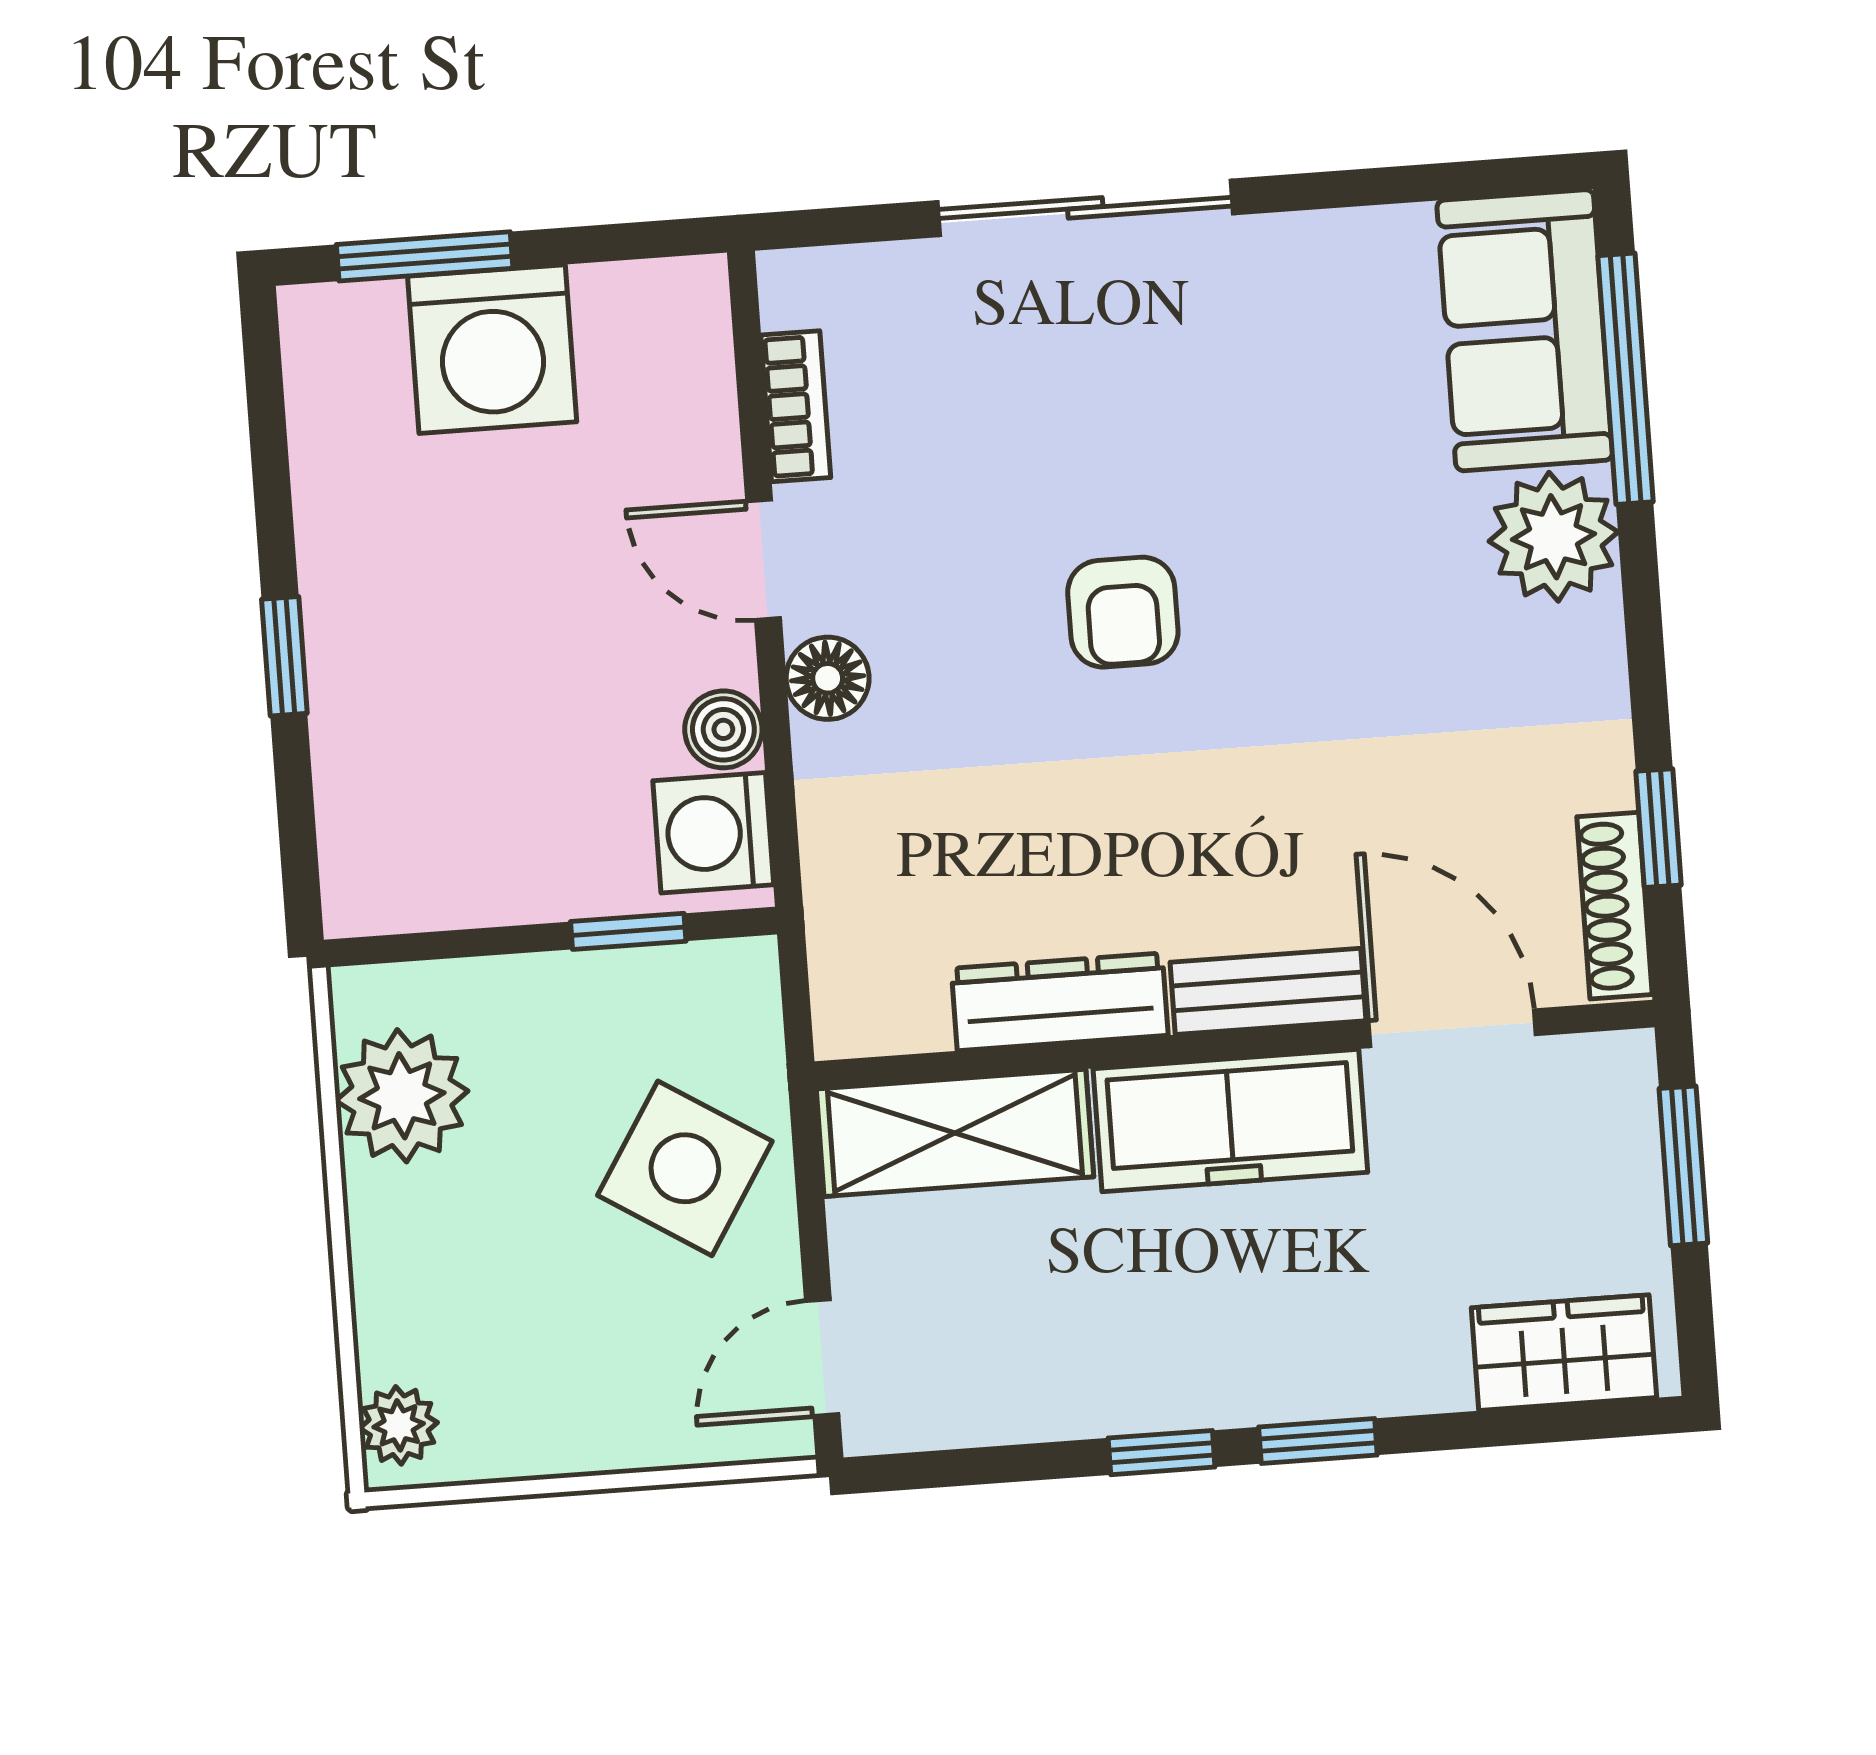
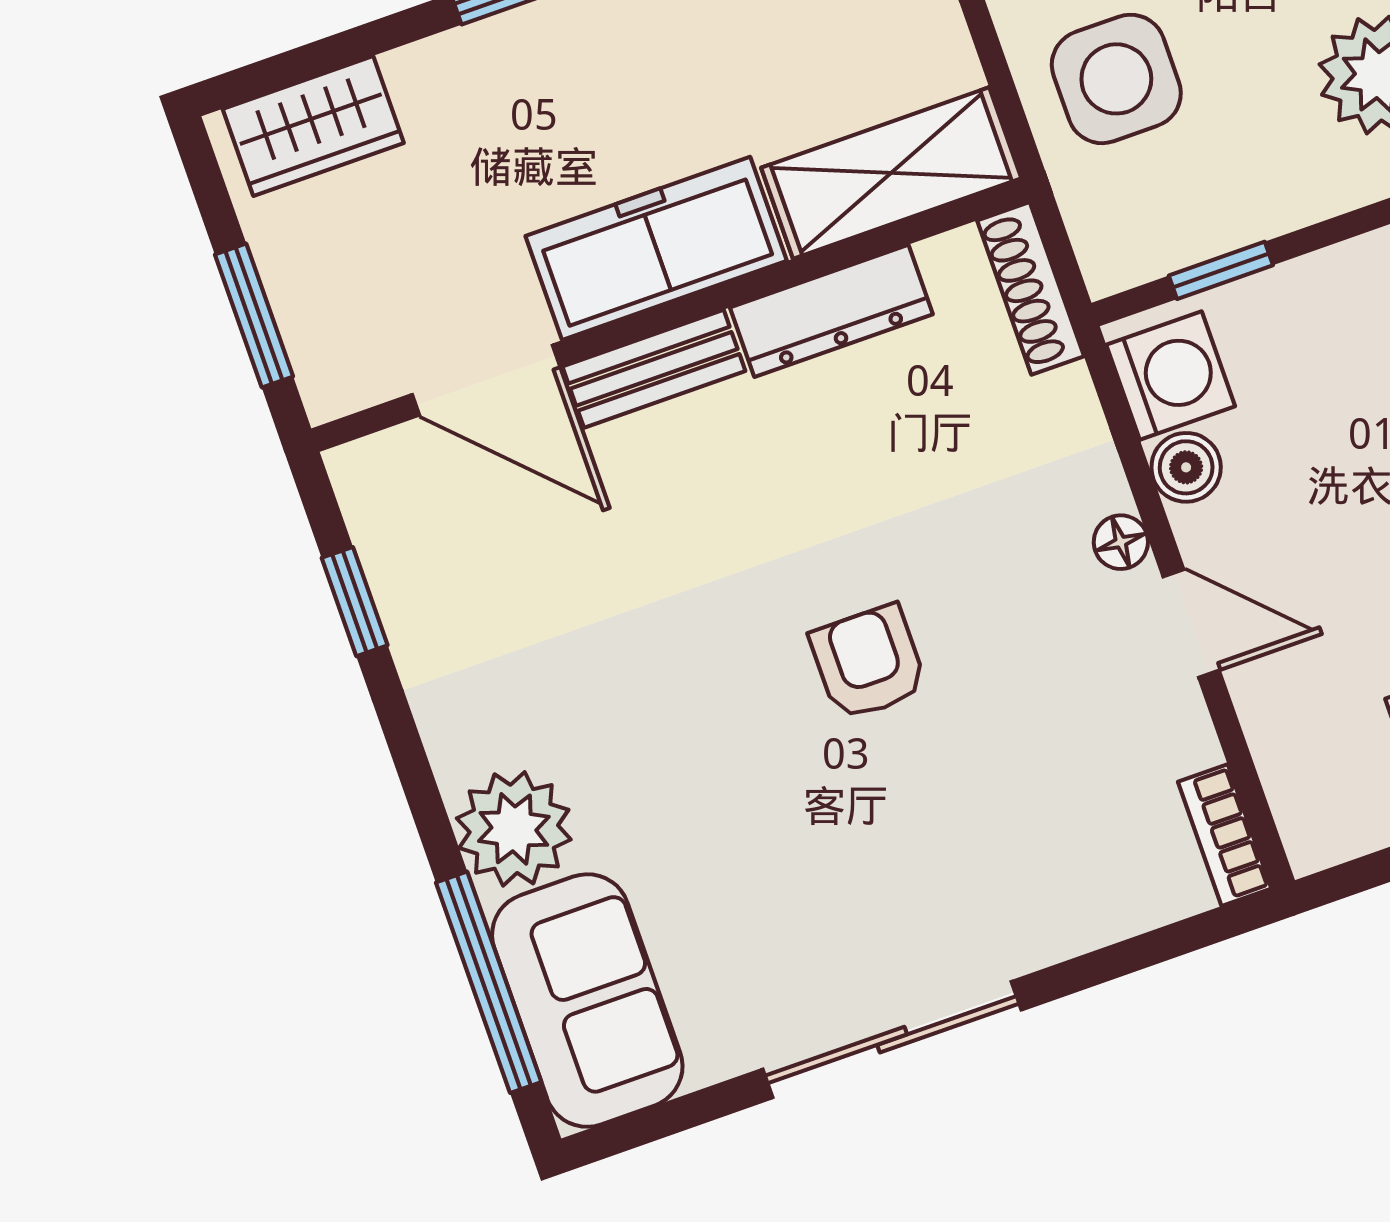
sliding door: (1085, 208) -> (892, 1040), moved
bookcase: (796, 406) -> (1225, 835), moved
floor lamp: (828, 678) -> (1121, 542), width x0.73, depth x0.73
shoe rack: (1614, 906) -> (1031, 288), moved, turned 180
side table: (685, 1168) -> (1116, 79), turned -32

